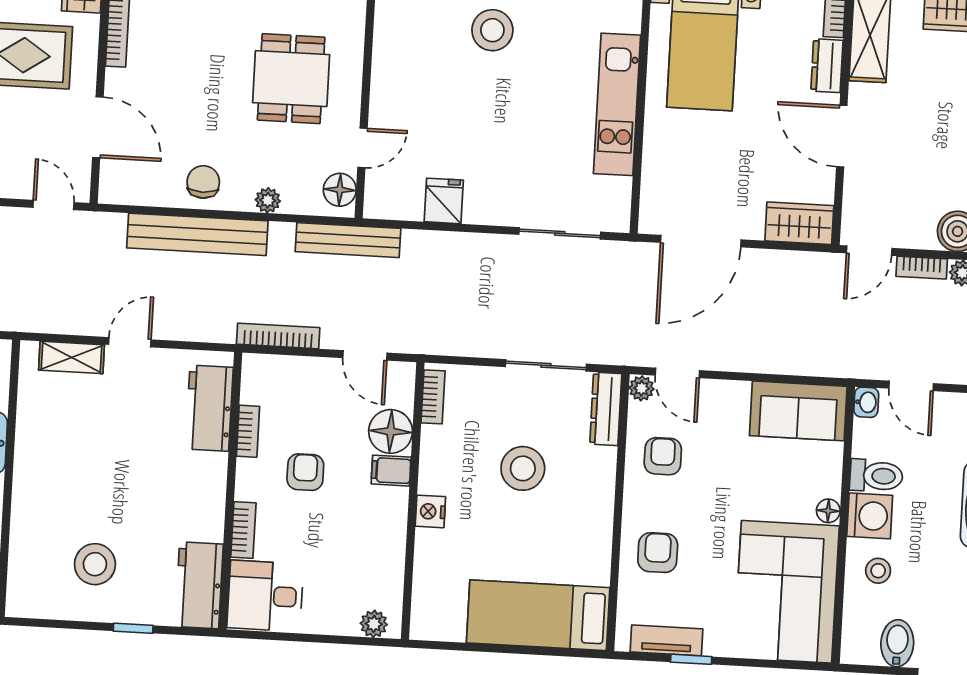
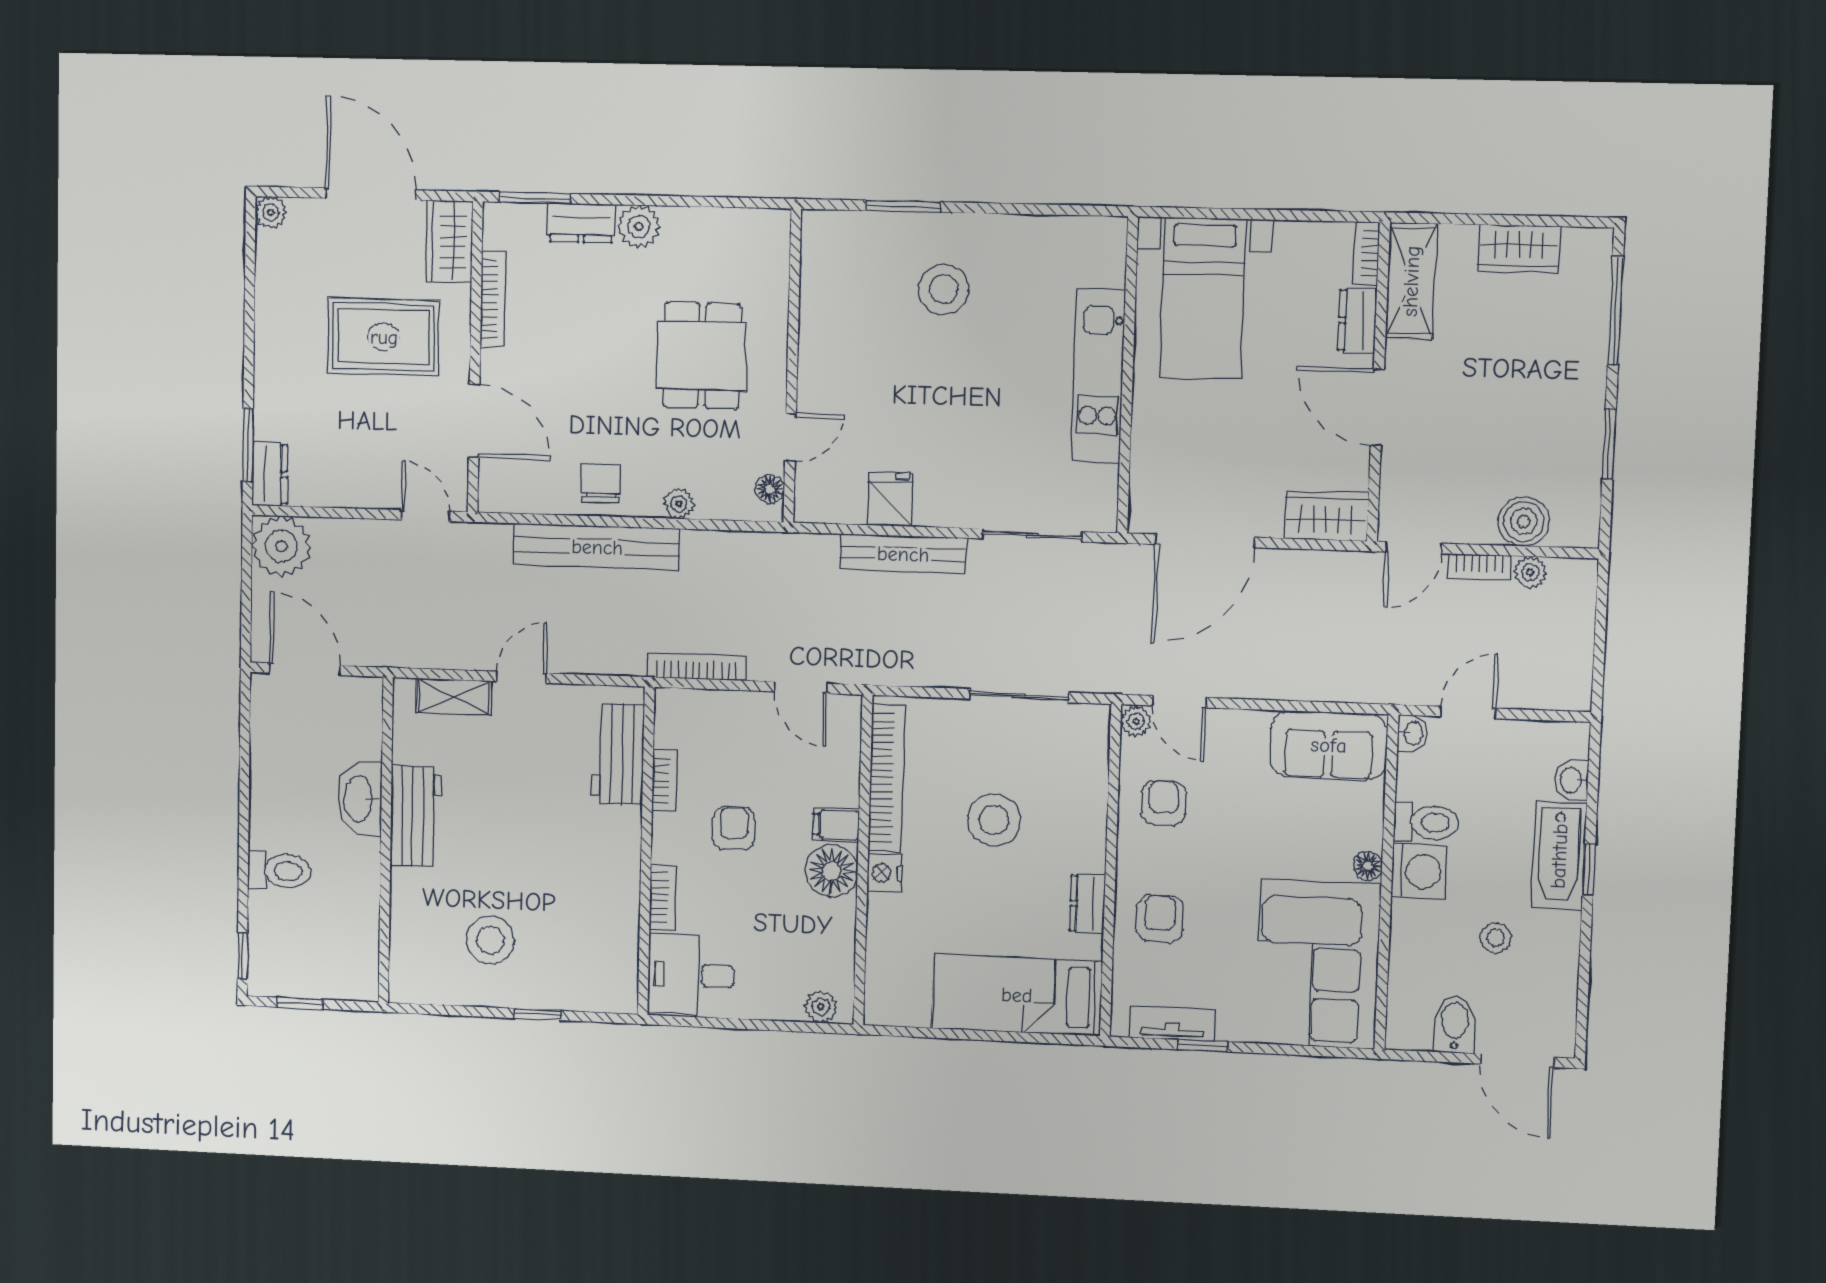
floor lamp: (340, 190) -> (770, 489), width x0.73, depth x0.73
bench: (348, 240) -> (903, 554), moved
door: (911, 386) -> (1468, 712), swing flipped
bookcase: (433, 397) -> (887, 778), width x2.31, depth x1.31
dresser: (606, 409) -> (1087, 904), moved, width x0.70
floor lamp: (391, 431) -> (832, 871), moved
stool: (878, 571) -> (1496, 938), moved
workbench: (199, 585) -> (416, 816), moved, turned 180

